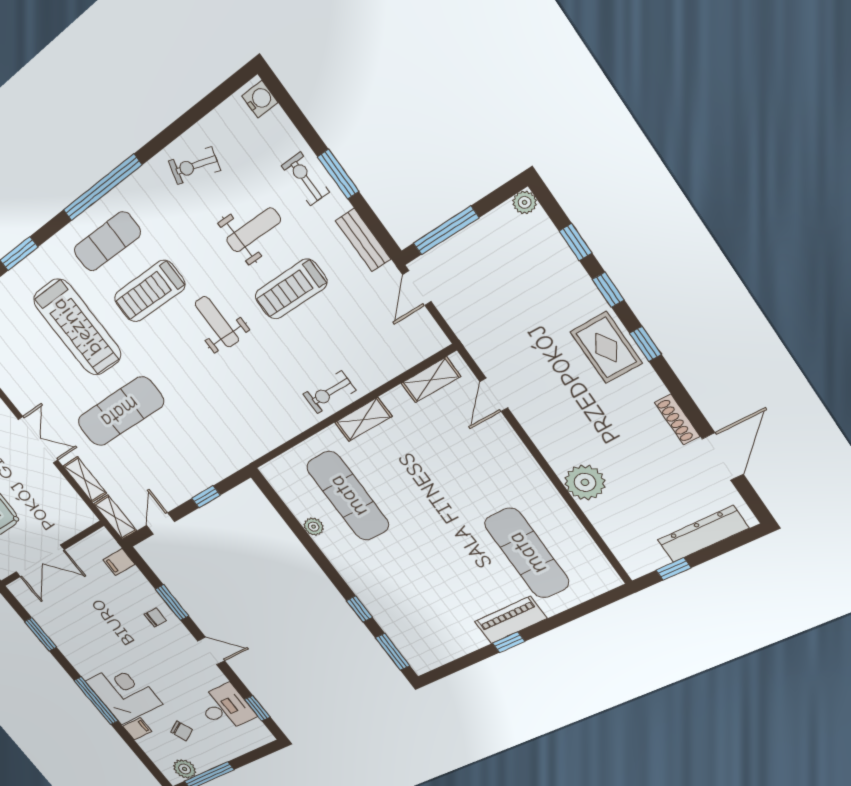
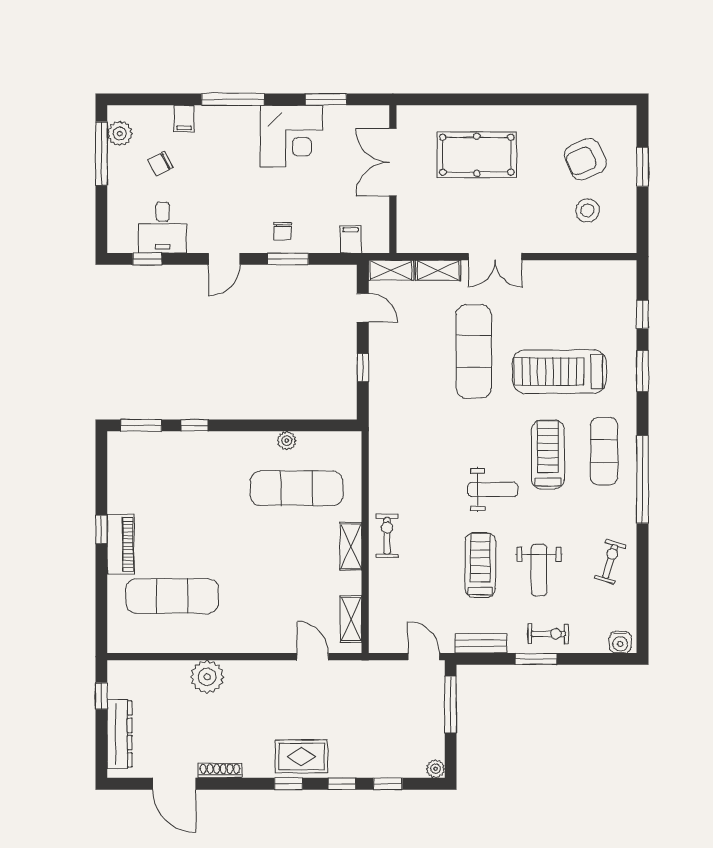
corner desk: (124, 693) -> (291, 136), moved

